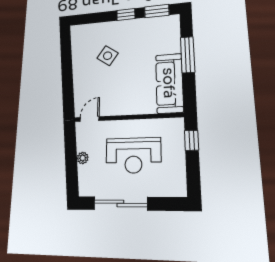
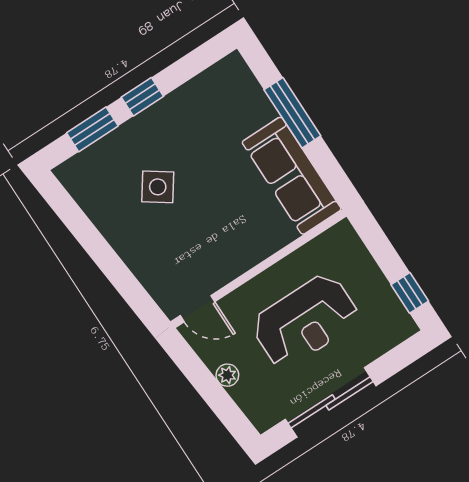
window: (157, 11) -> (92, 129), moved
door: (90, 119) -> (197, 309), swing flipped
window: (192, 140) -> (410, 293), moved

